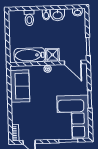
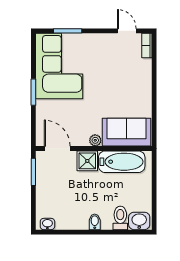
washbasin: (58, 15) -> (139, 221), moved
sofa: (20, 86) -> (127, 132), moved, turned 90

